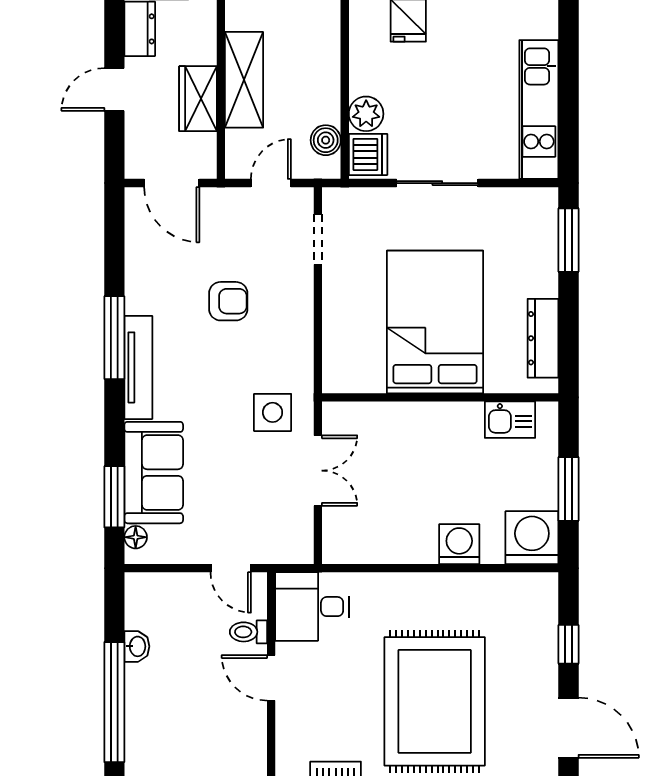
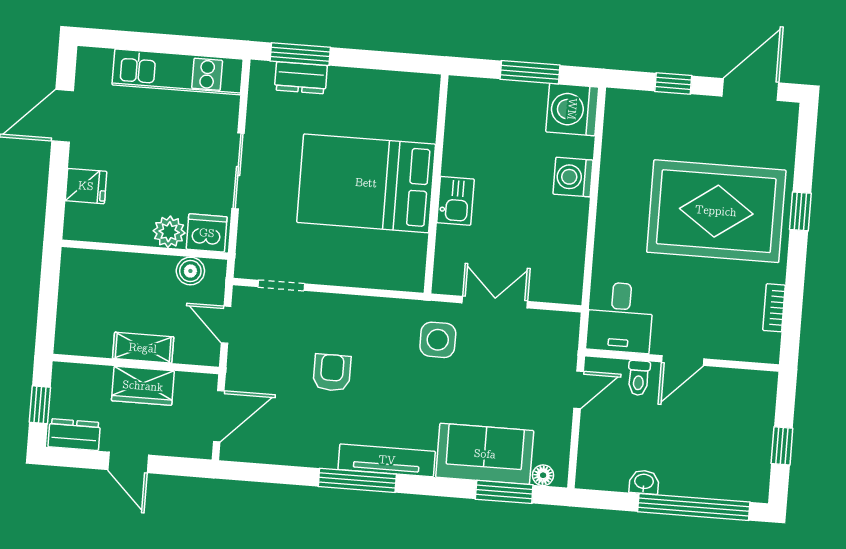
shelving: (244, 80) -> (143, 348), width x0.67, depth x0.75
dresser: (543, 338) -> (301, 78), moved, width x0.70
kitchen sink: (510, 420) -> (455, 201), moved

